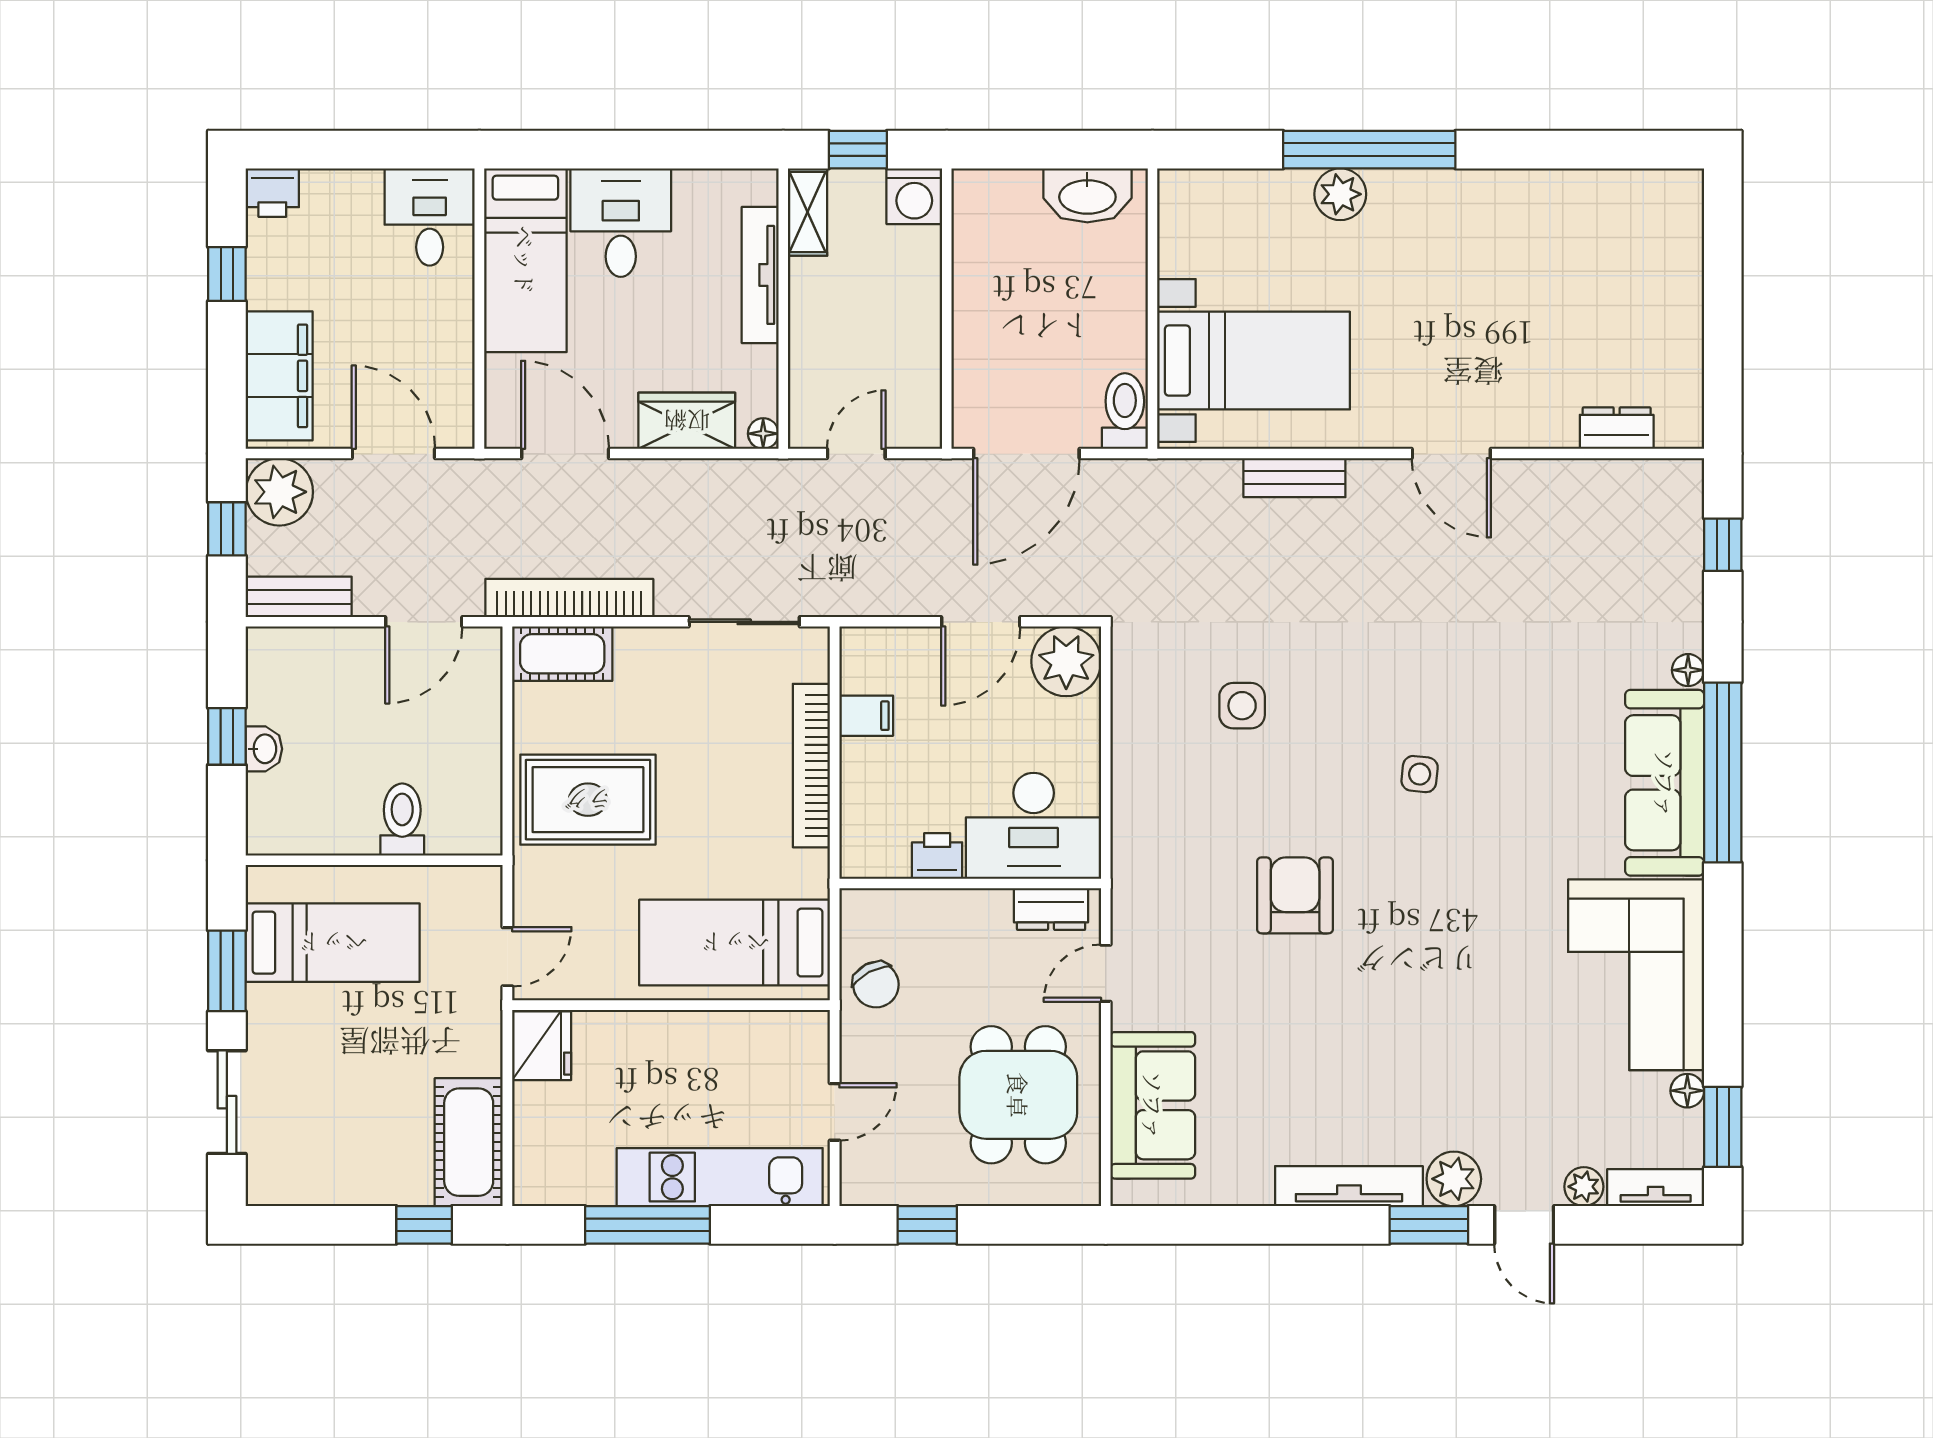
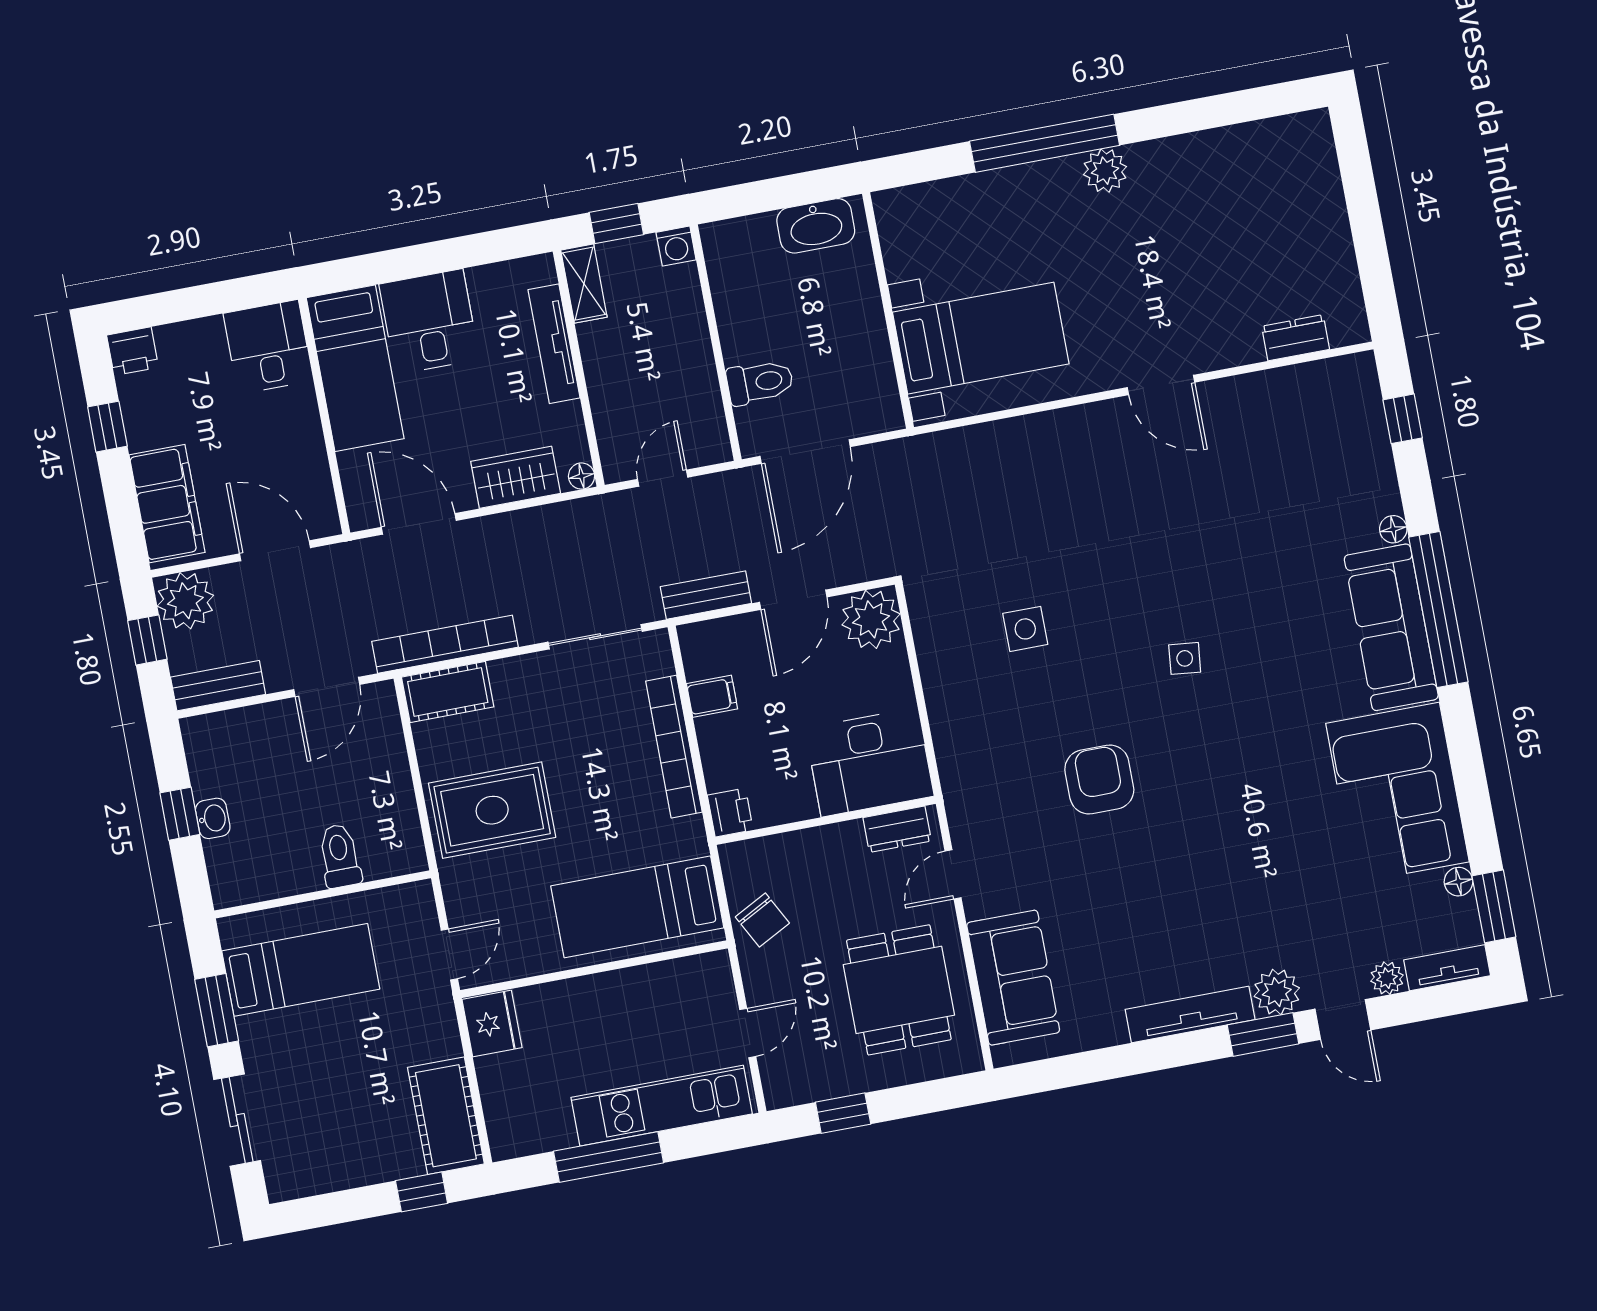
plant: (1340, 194) -> (1105, 171), moved
washing machine: (914, 196) -> (676, 246), width x0.73, depth x0.73
toilet: (1125, 411) -> (760, 382), moved, turned 90
bench: (1294, 478) -> (706, 595), moved
printer: (937, 856) -> (730, 813), moved, turned 90

